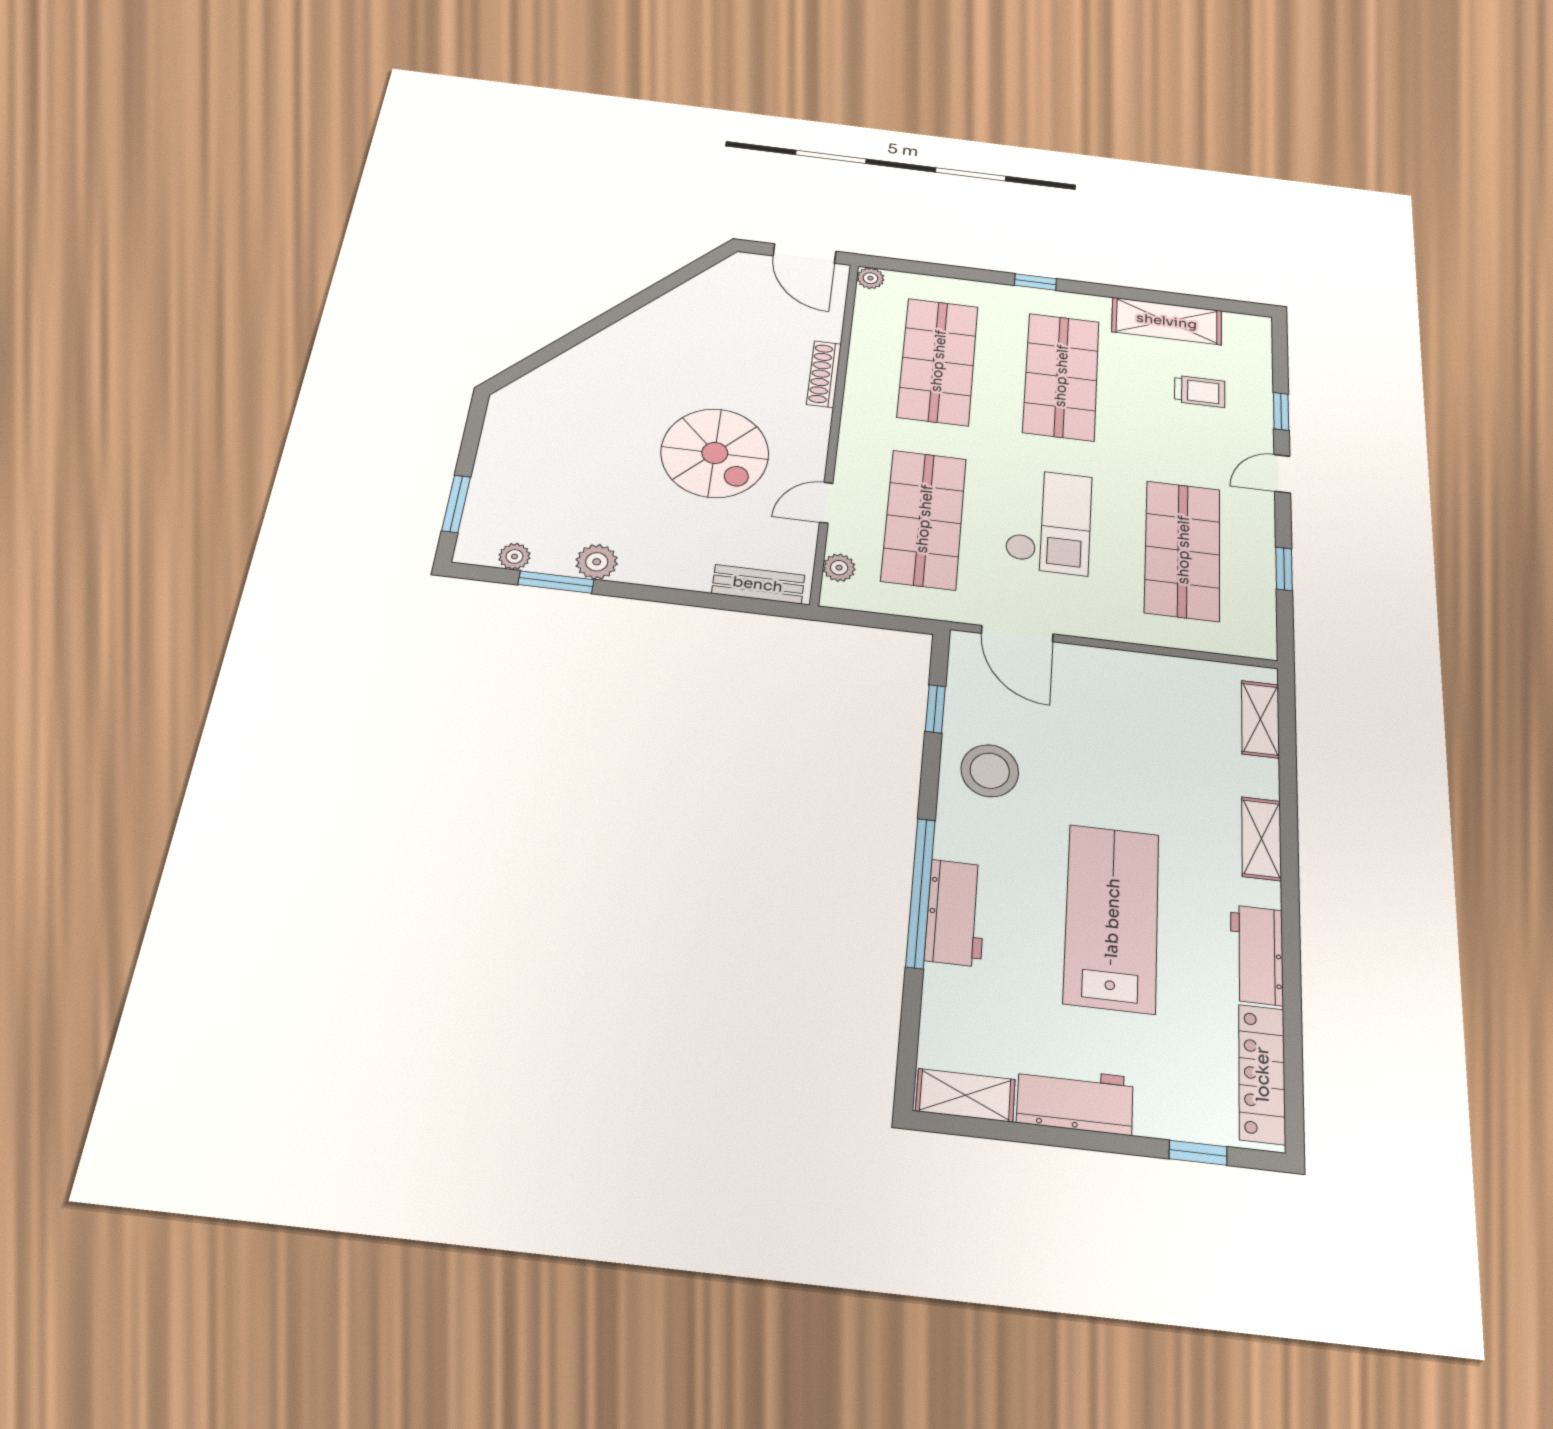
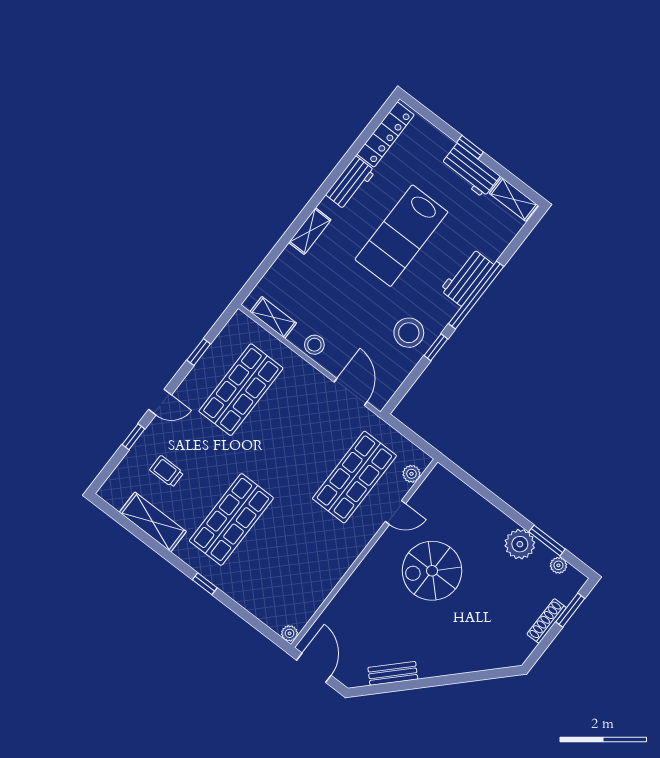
shop shelf: (938, 361) -> (288, 563), removed
shoe rack: (824, 374) -> (547, 621), moved, turned 180
spiral stairs: (715, 453) -> (432, 571), turned -90
checkout: (1049, 521) -> (295, 442), removed
plant: (597, 562) -> (520, 544), width x1.36, depth x1.36
bench: (758, 584) -> (393, 673), moved, turned -45
stool: (1123, 672) -> (314, 345), added
window: (935, 709) -> (436, 347), moved
shelving: (1260, 719) -> (273, 317), moved, turned 90
window: (1198, 1153) -> (470, 147), moved

